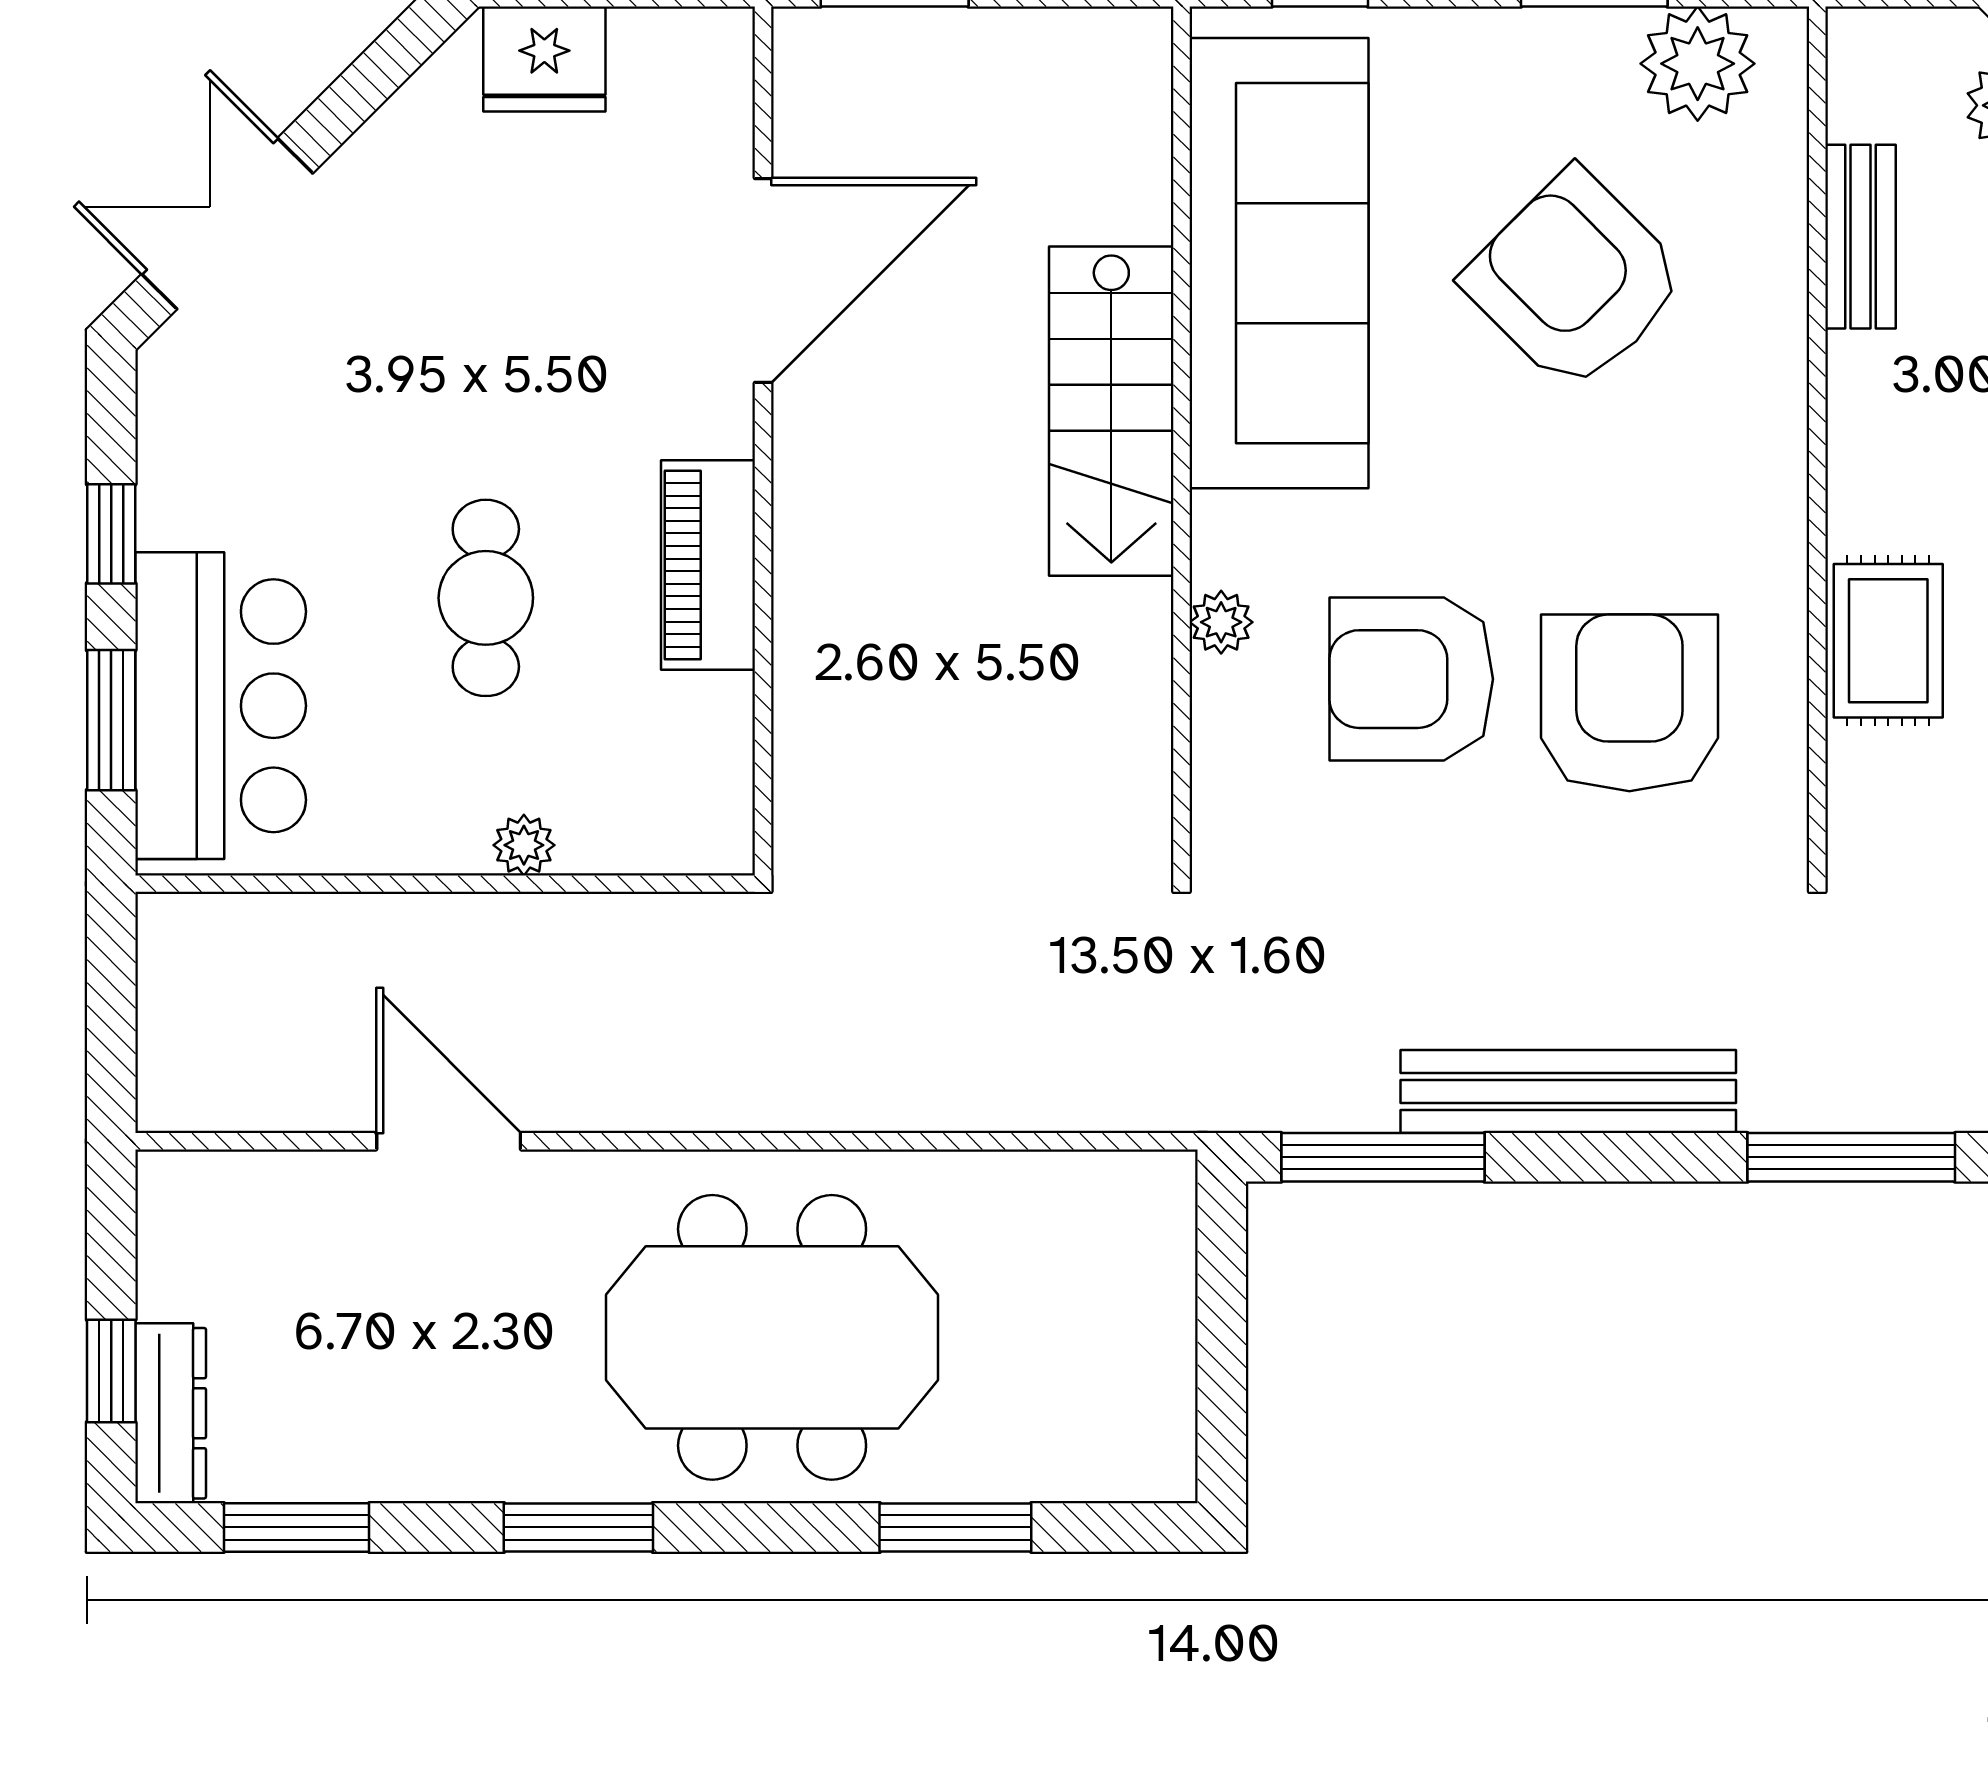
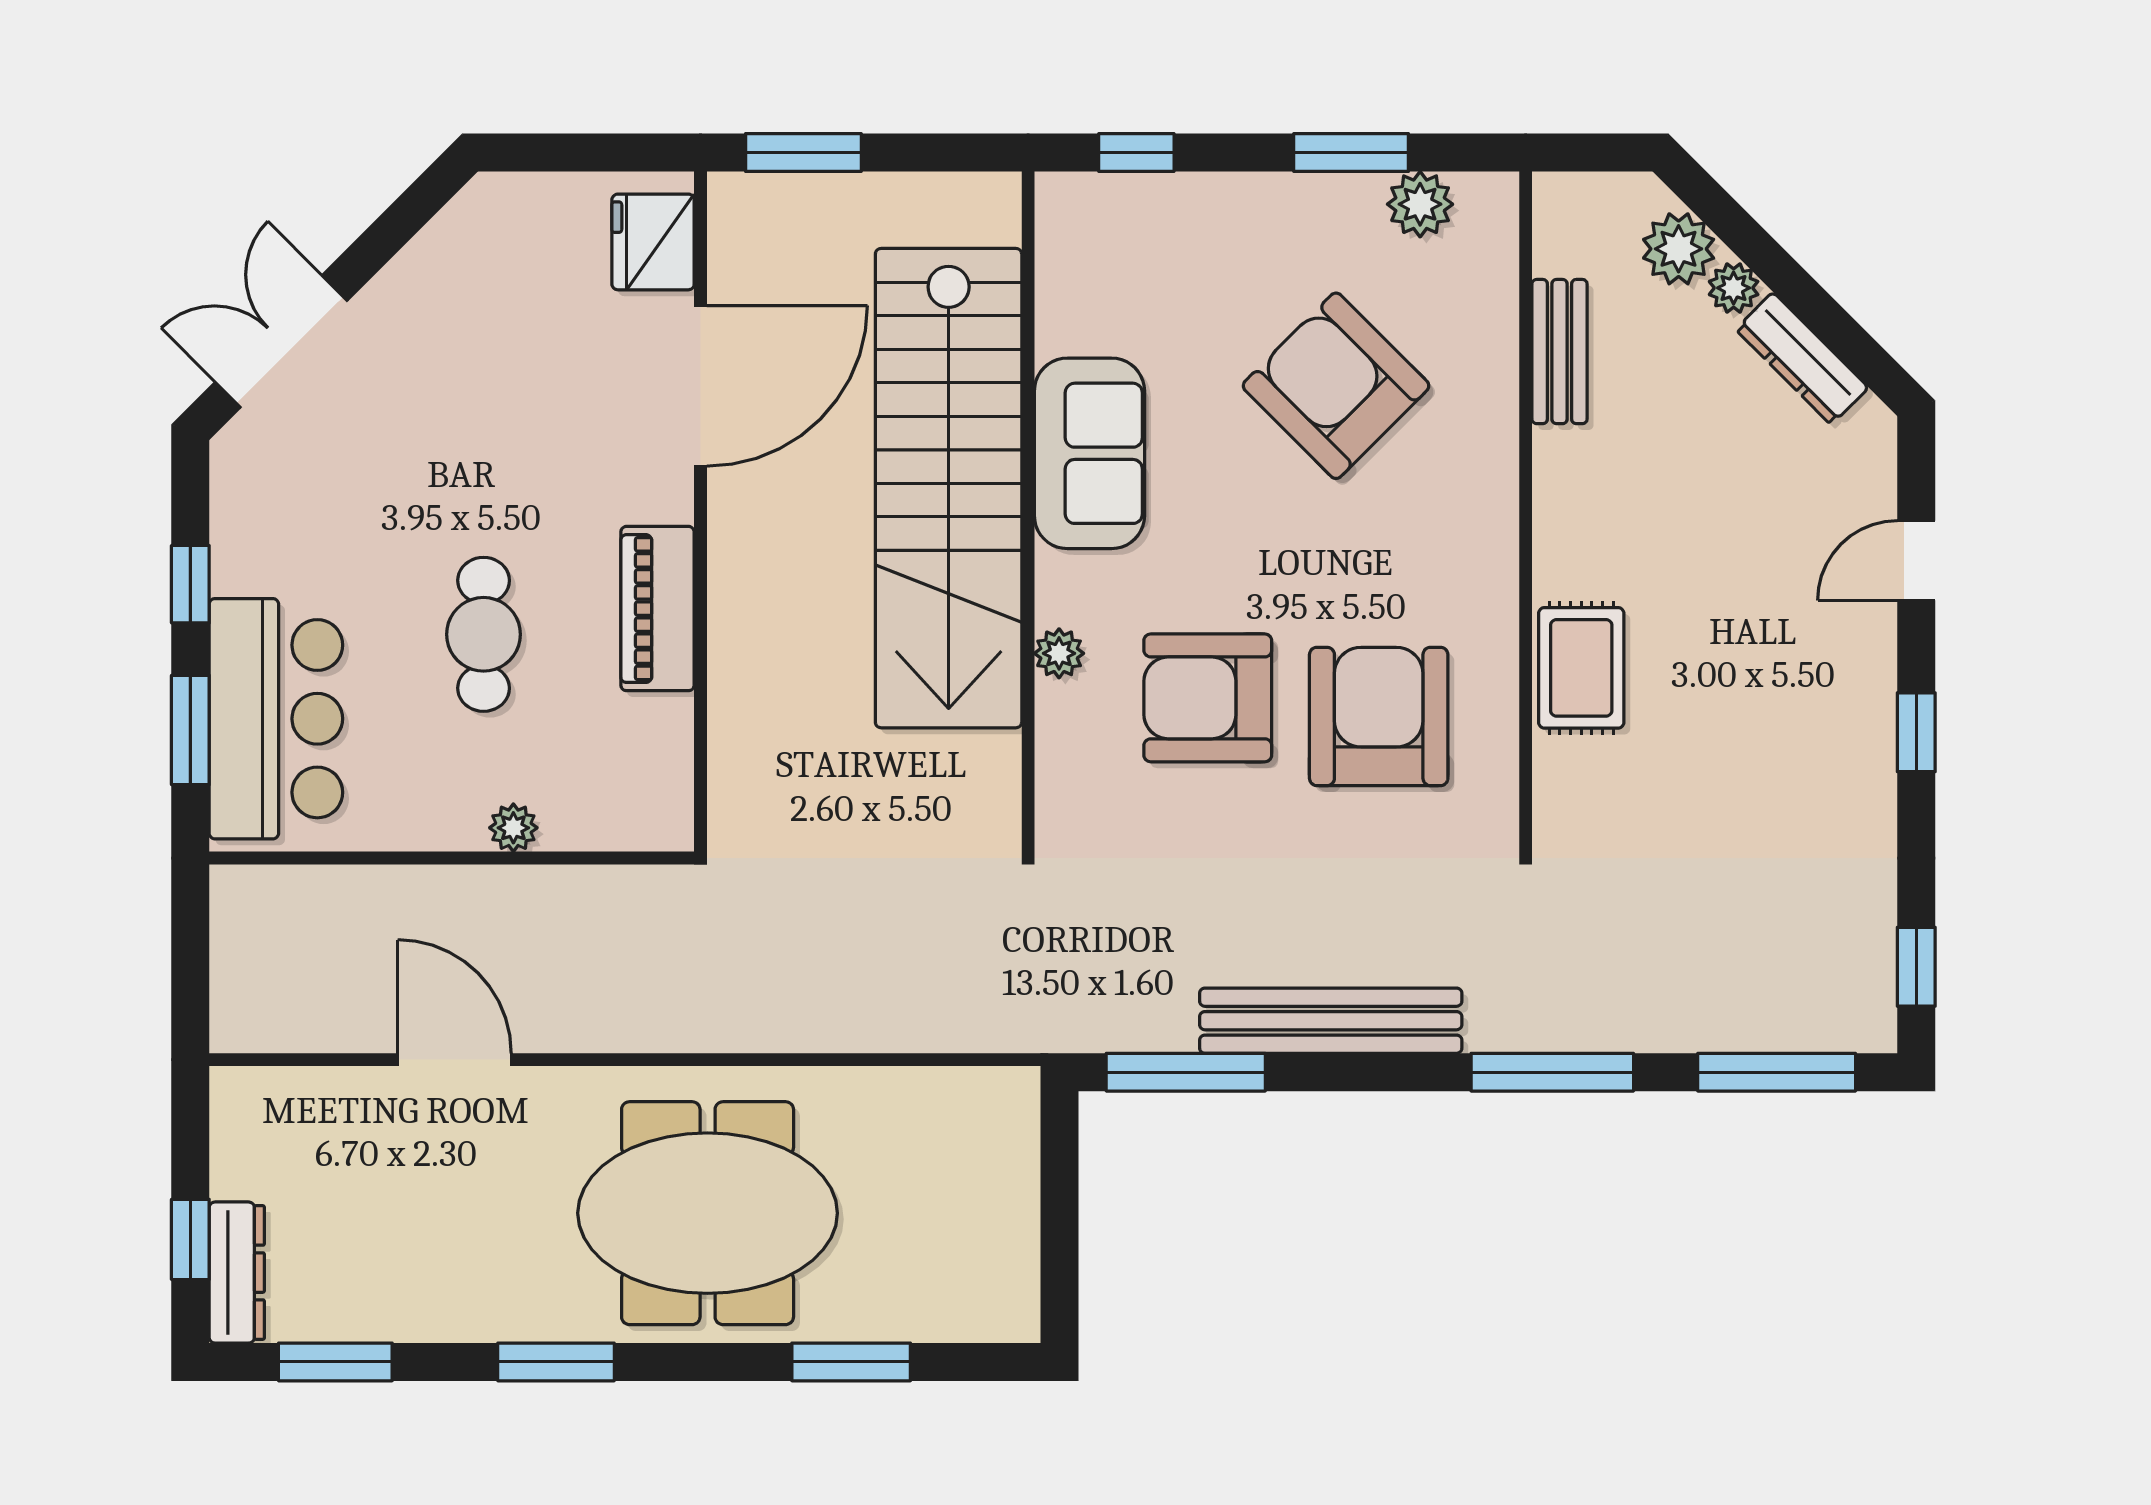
fridge: (544, 59) -> (653, 242), moved, turned 90
plant: (1698, 64) -> (1420, 204), width x0.73, depth x0.73
sofa: (1279, 263) -> (1089, 453), width x0.54, depth x0.79
stairs: (1111, 411) -> (949, 488), width x1.86, depth x1.51

